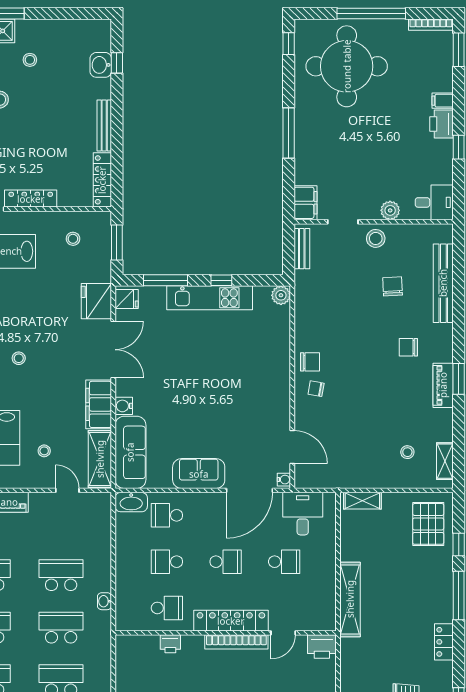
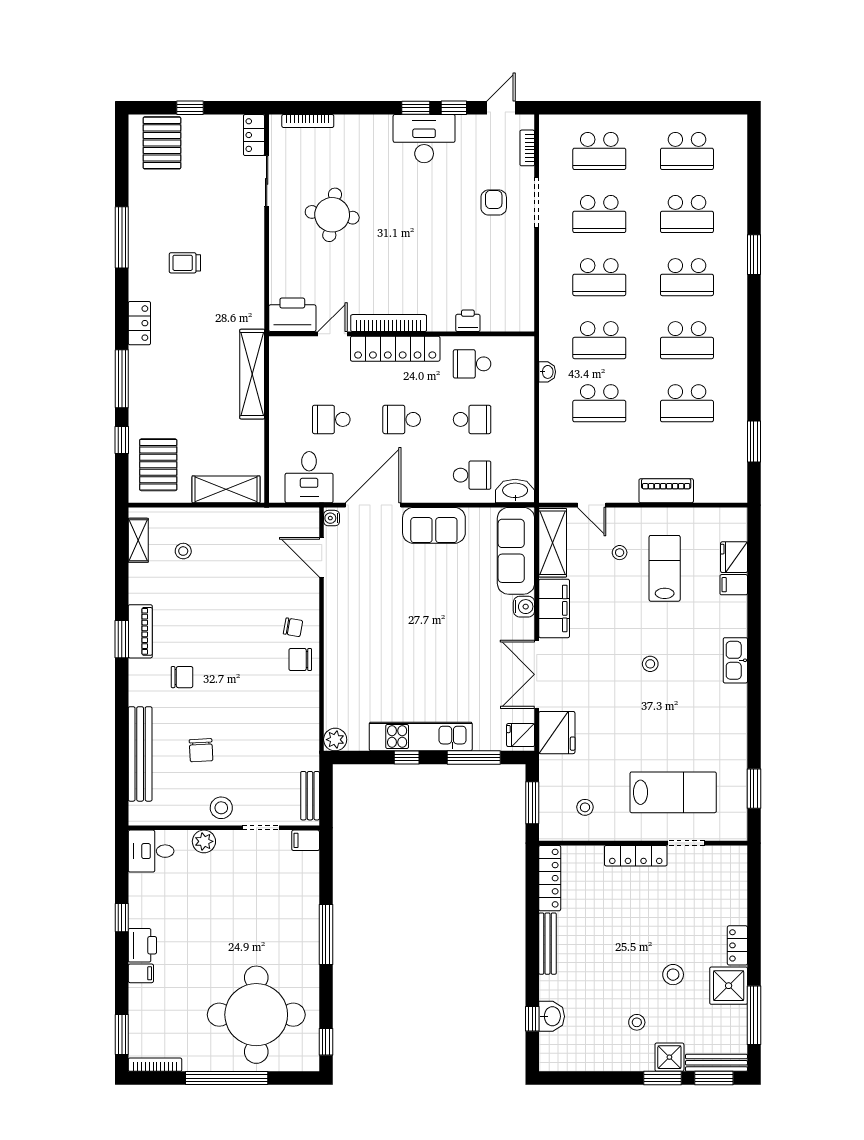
filing cabinet: (306, 203) -> (306, 840), width x0.50
shelving: (362, 501) -> (226, 489), width x1.50, depth x1.33
printer: (322, 647) -> (292, 315), width x1.37, depth x1.19

